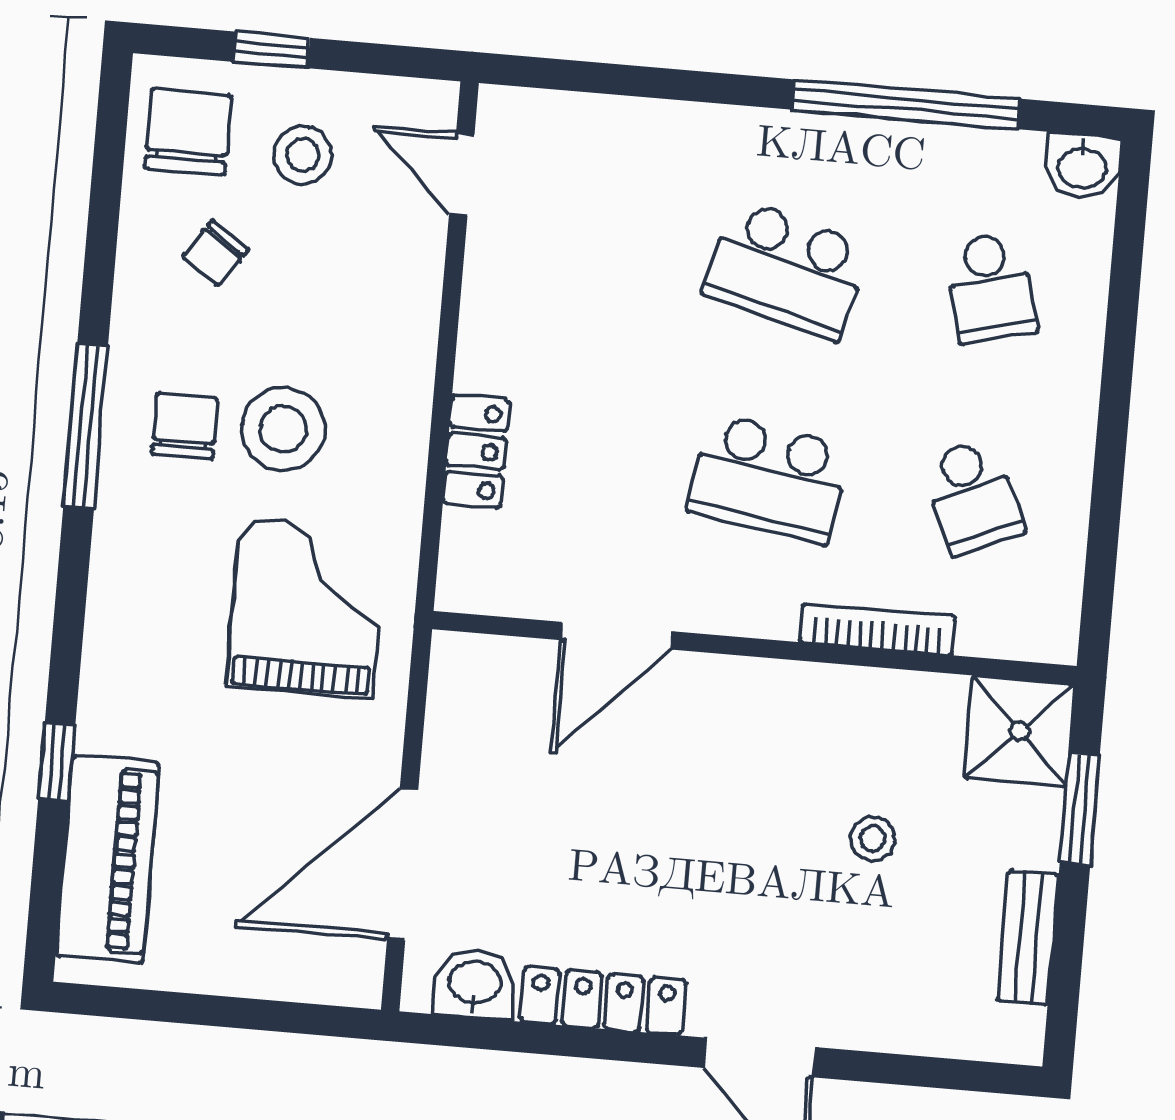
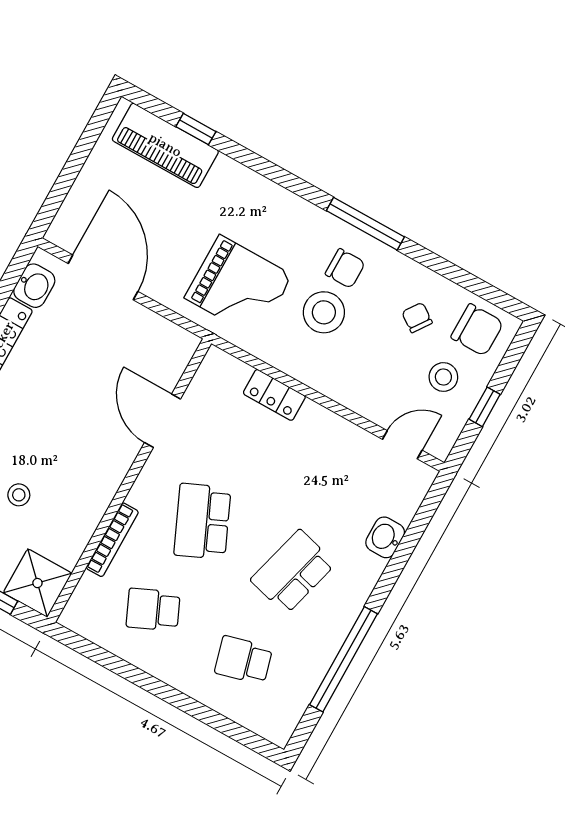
window: (271, 50) -> (485, 407), moved
washbasin: (1082, 166) -> (385, 537), moved
school desk: (769, 479) -> (202, 521), turned -33
window: (57, 762) -> (196, 129), moved

